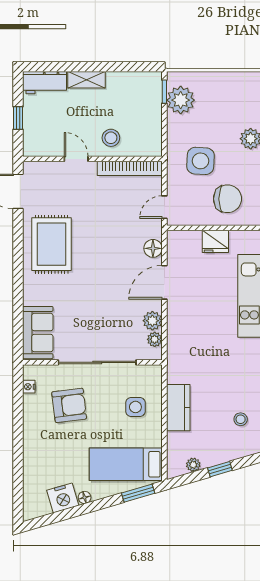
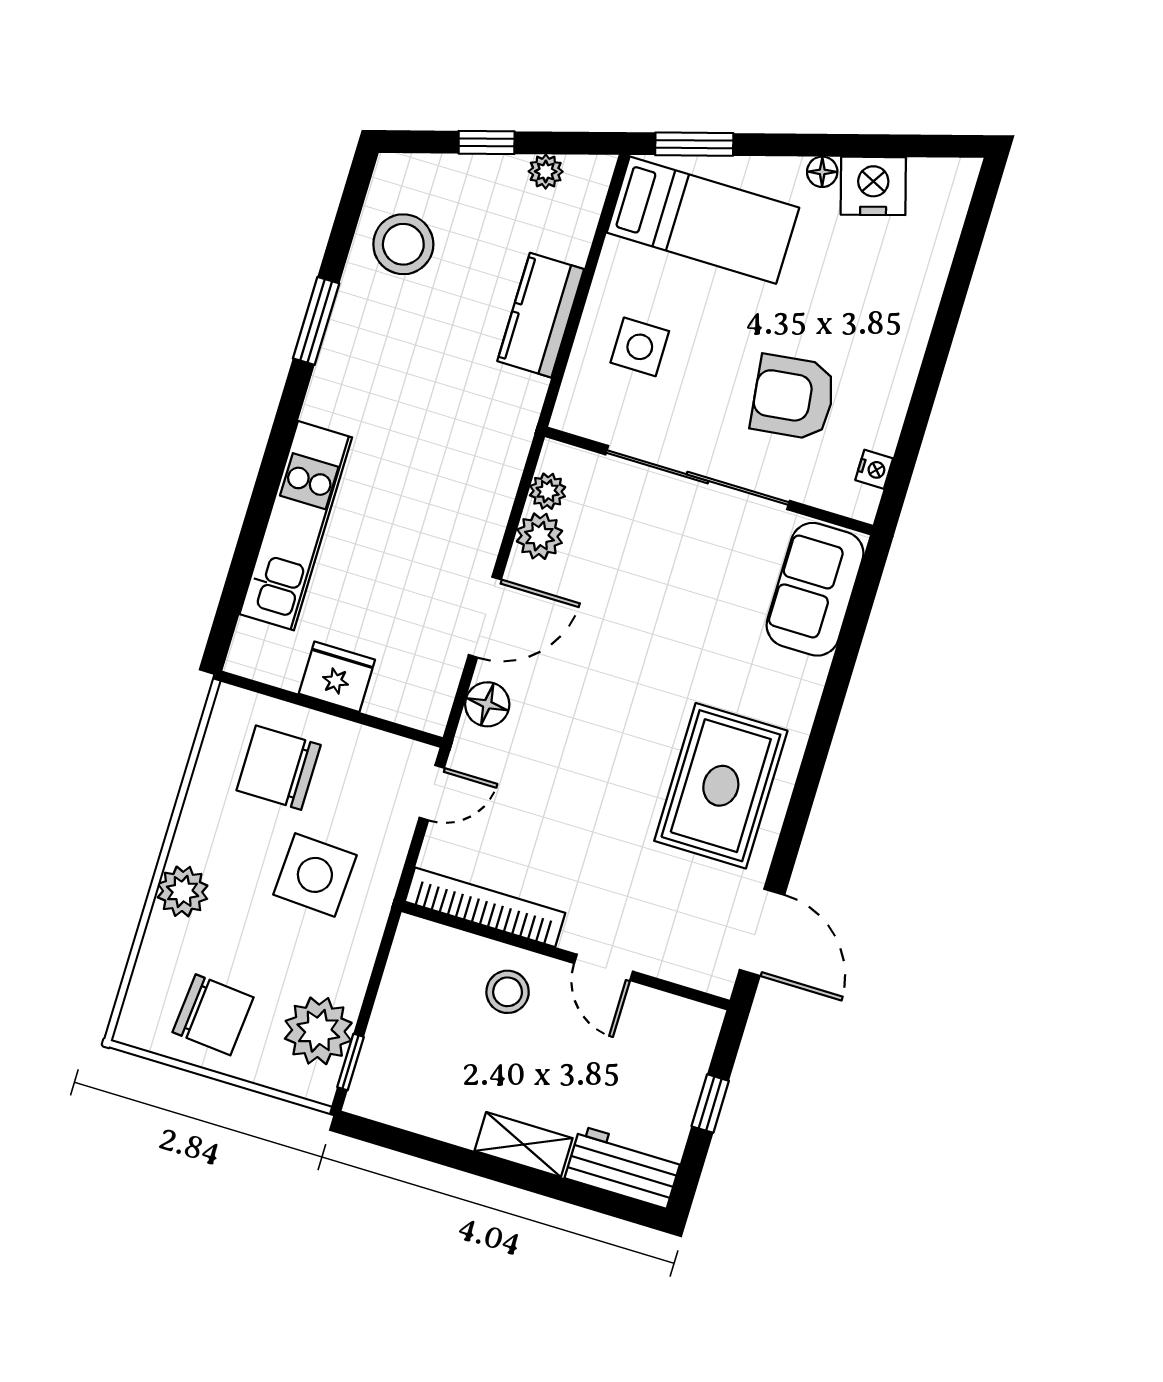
chair: (224, 94) -> (213, 1015), added
stool: (241, 419) -> (403, 244), width x1.89, depth x1.89

